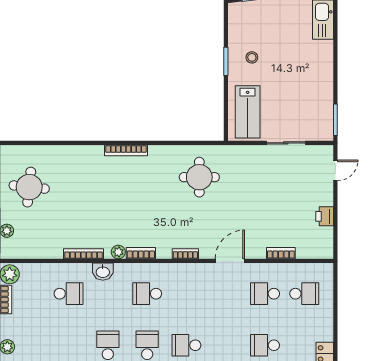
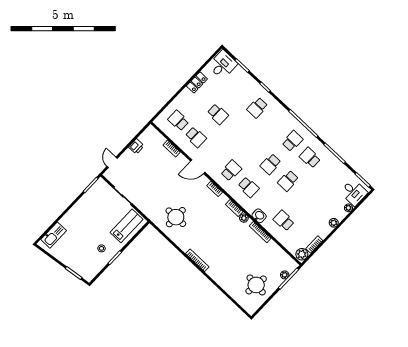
door: (335, 170) -> (112, 162), hinge flipped
school desk: (186, 345) -> (231, 171), moved, turned -90

